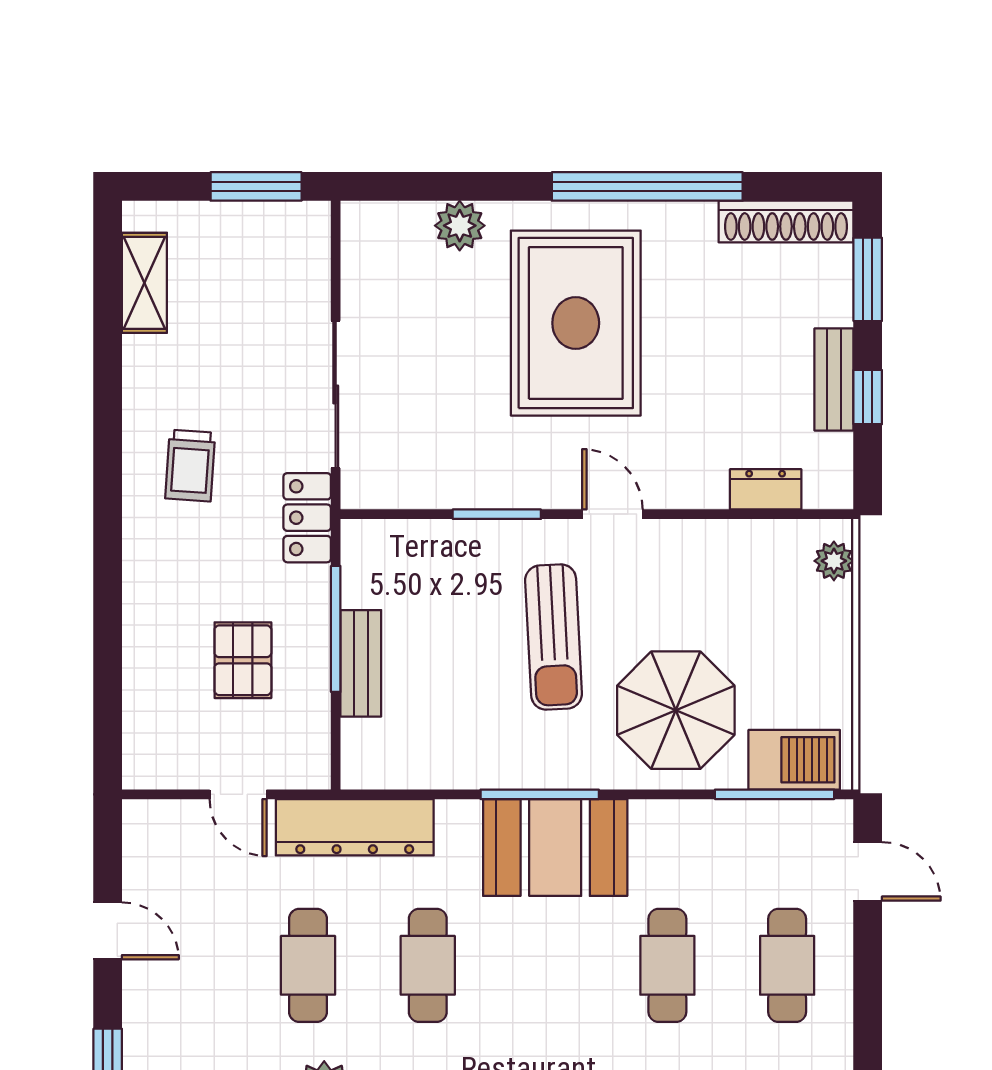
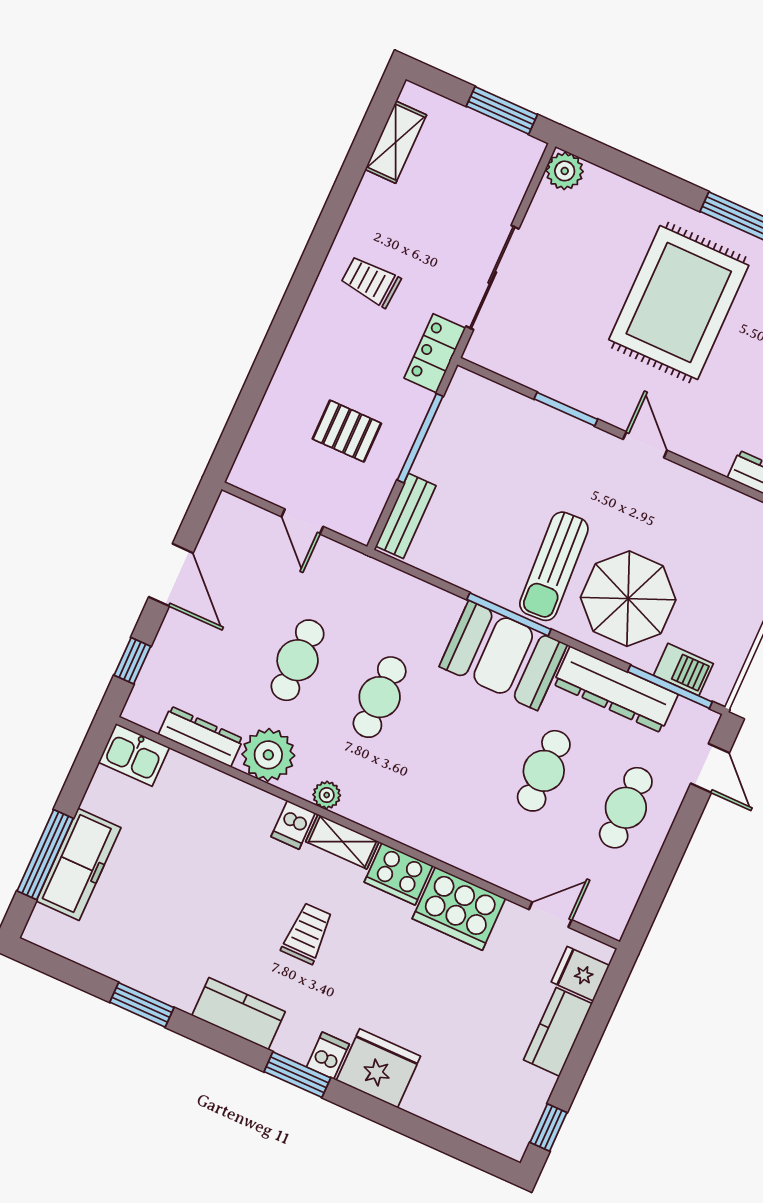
plant: (460, 226) -> (565, 171), moved
trolley: (190, 466) -> (371, 281), turned 90
sun lounger: (554, 637) -> (554, 566), moved
pallet: (243, 660) -> (347, 431), turned 90
bench: (361, 663) -> (406, 516), moved
barbecue: (794, 760) -> (683, 669), width x0.73, depth x0.79
dresser: (355, 827) -> (616, 689), moved
door: (108, 931) -> (171, 575), width x1.38

